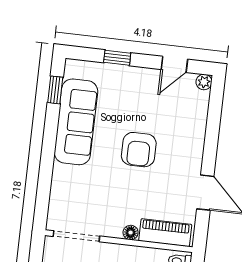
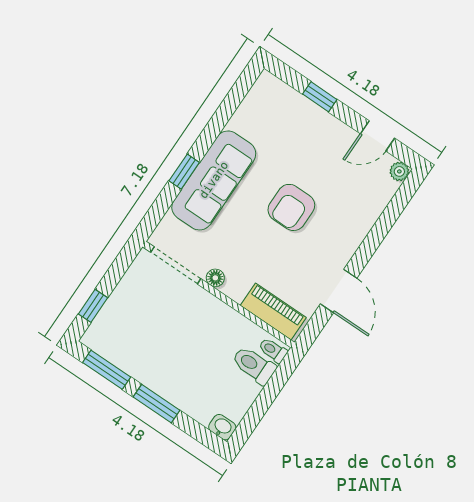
window: (55, 90) -> (184, 172), moved
sofa: (76, 122) -> (214, 180), moved
floor lamp: (131, 233) -> (215, 278), moved

